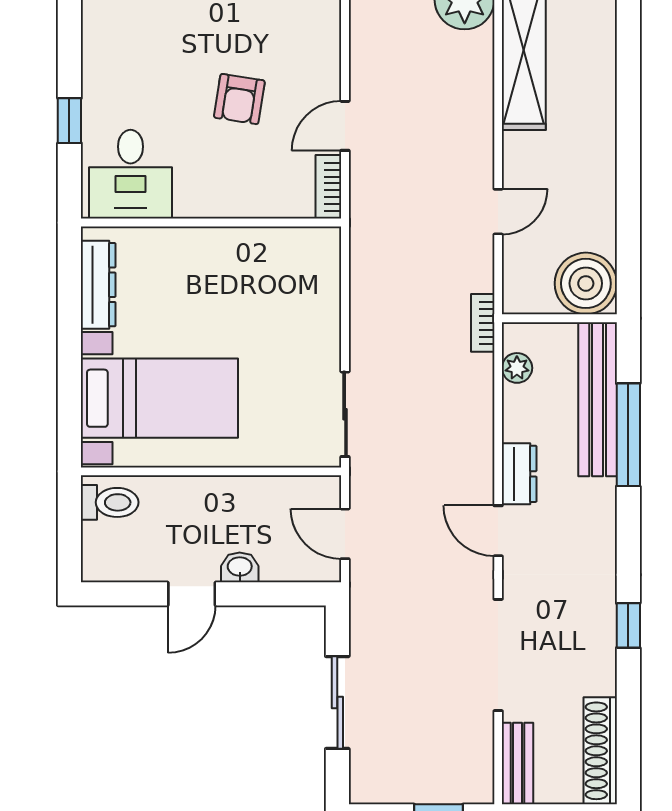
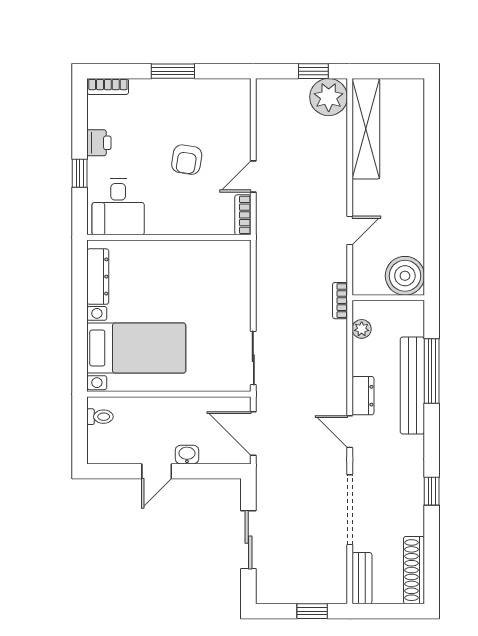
printer: (100, 72) -> (99, 143), added
bench: (598, 399) -> (412, 385), moved
toilet: (110, 502) -> (100, 417), width x0.73, depth x0.72
door: (345, 534) -> (253, 433), width x1.38

